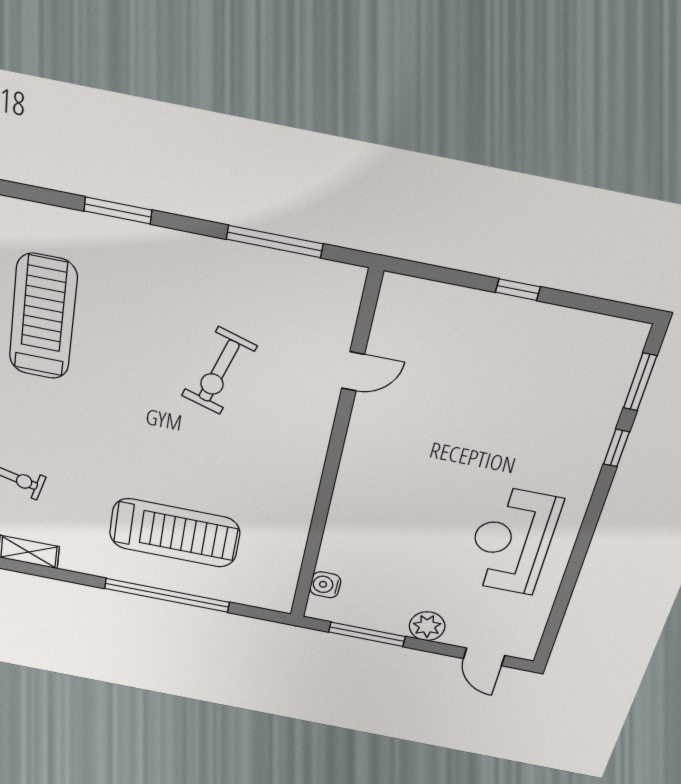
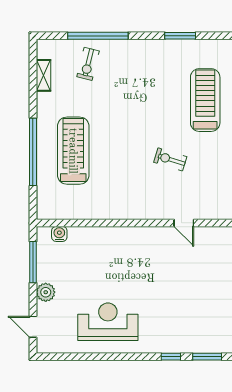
treadmill: (43, 317) -> (205, 100), moved, turned -90
exercise bike: (219, 371) -> (170, 159), width x0.73, depth x0.72
treadmill: (175, 533) -> (73, 151), turned 180
door: (484, 657) -> (33, 327), hinge flipped

